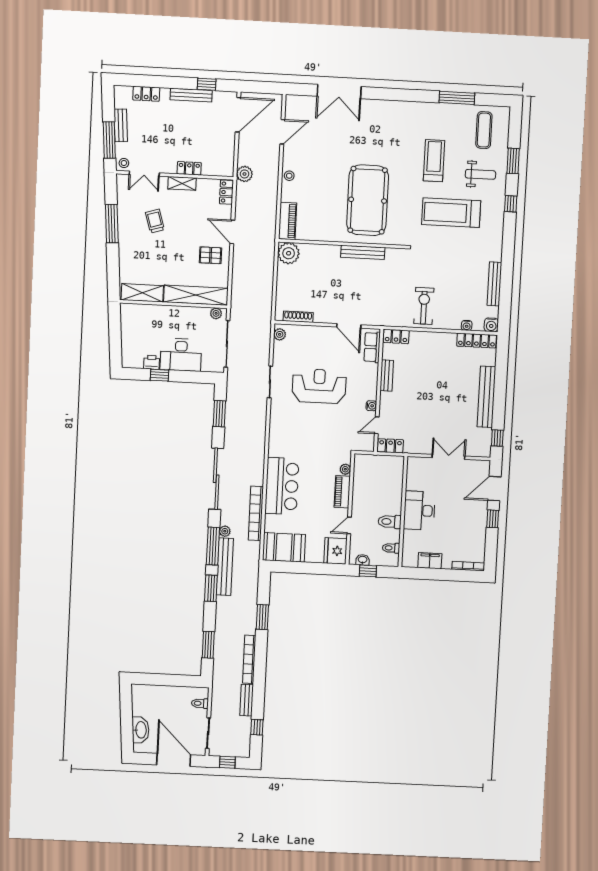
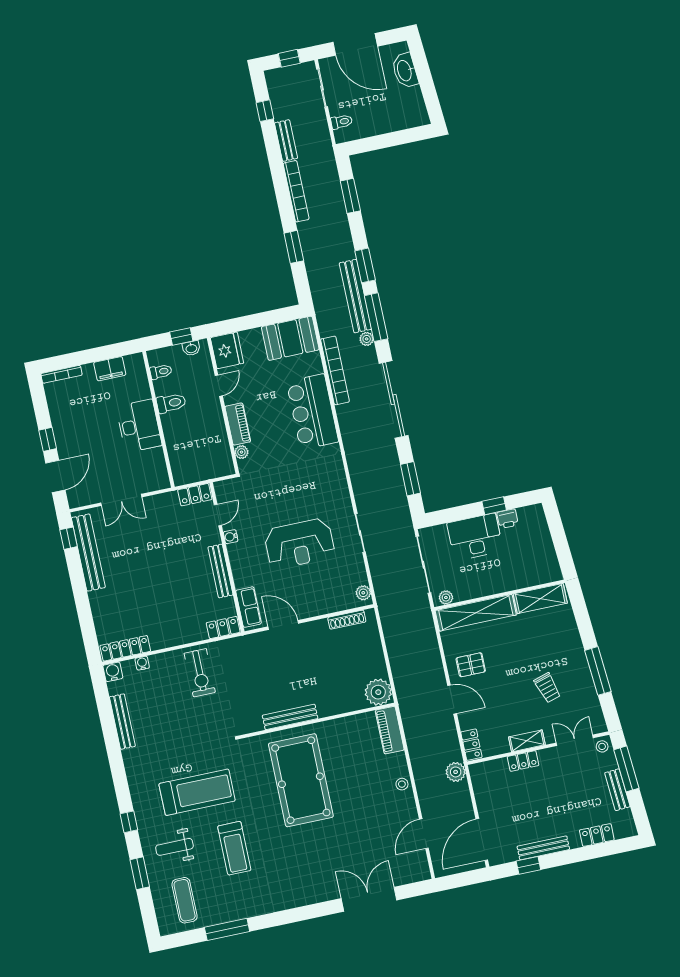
bench: (387, 375) -> (220, 571), width x1.36
bench: (486, 397) -> (88, 553), moved

